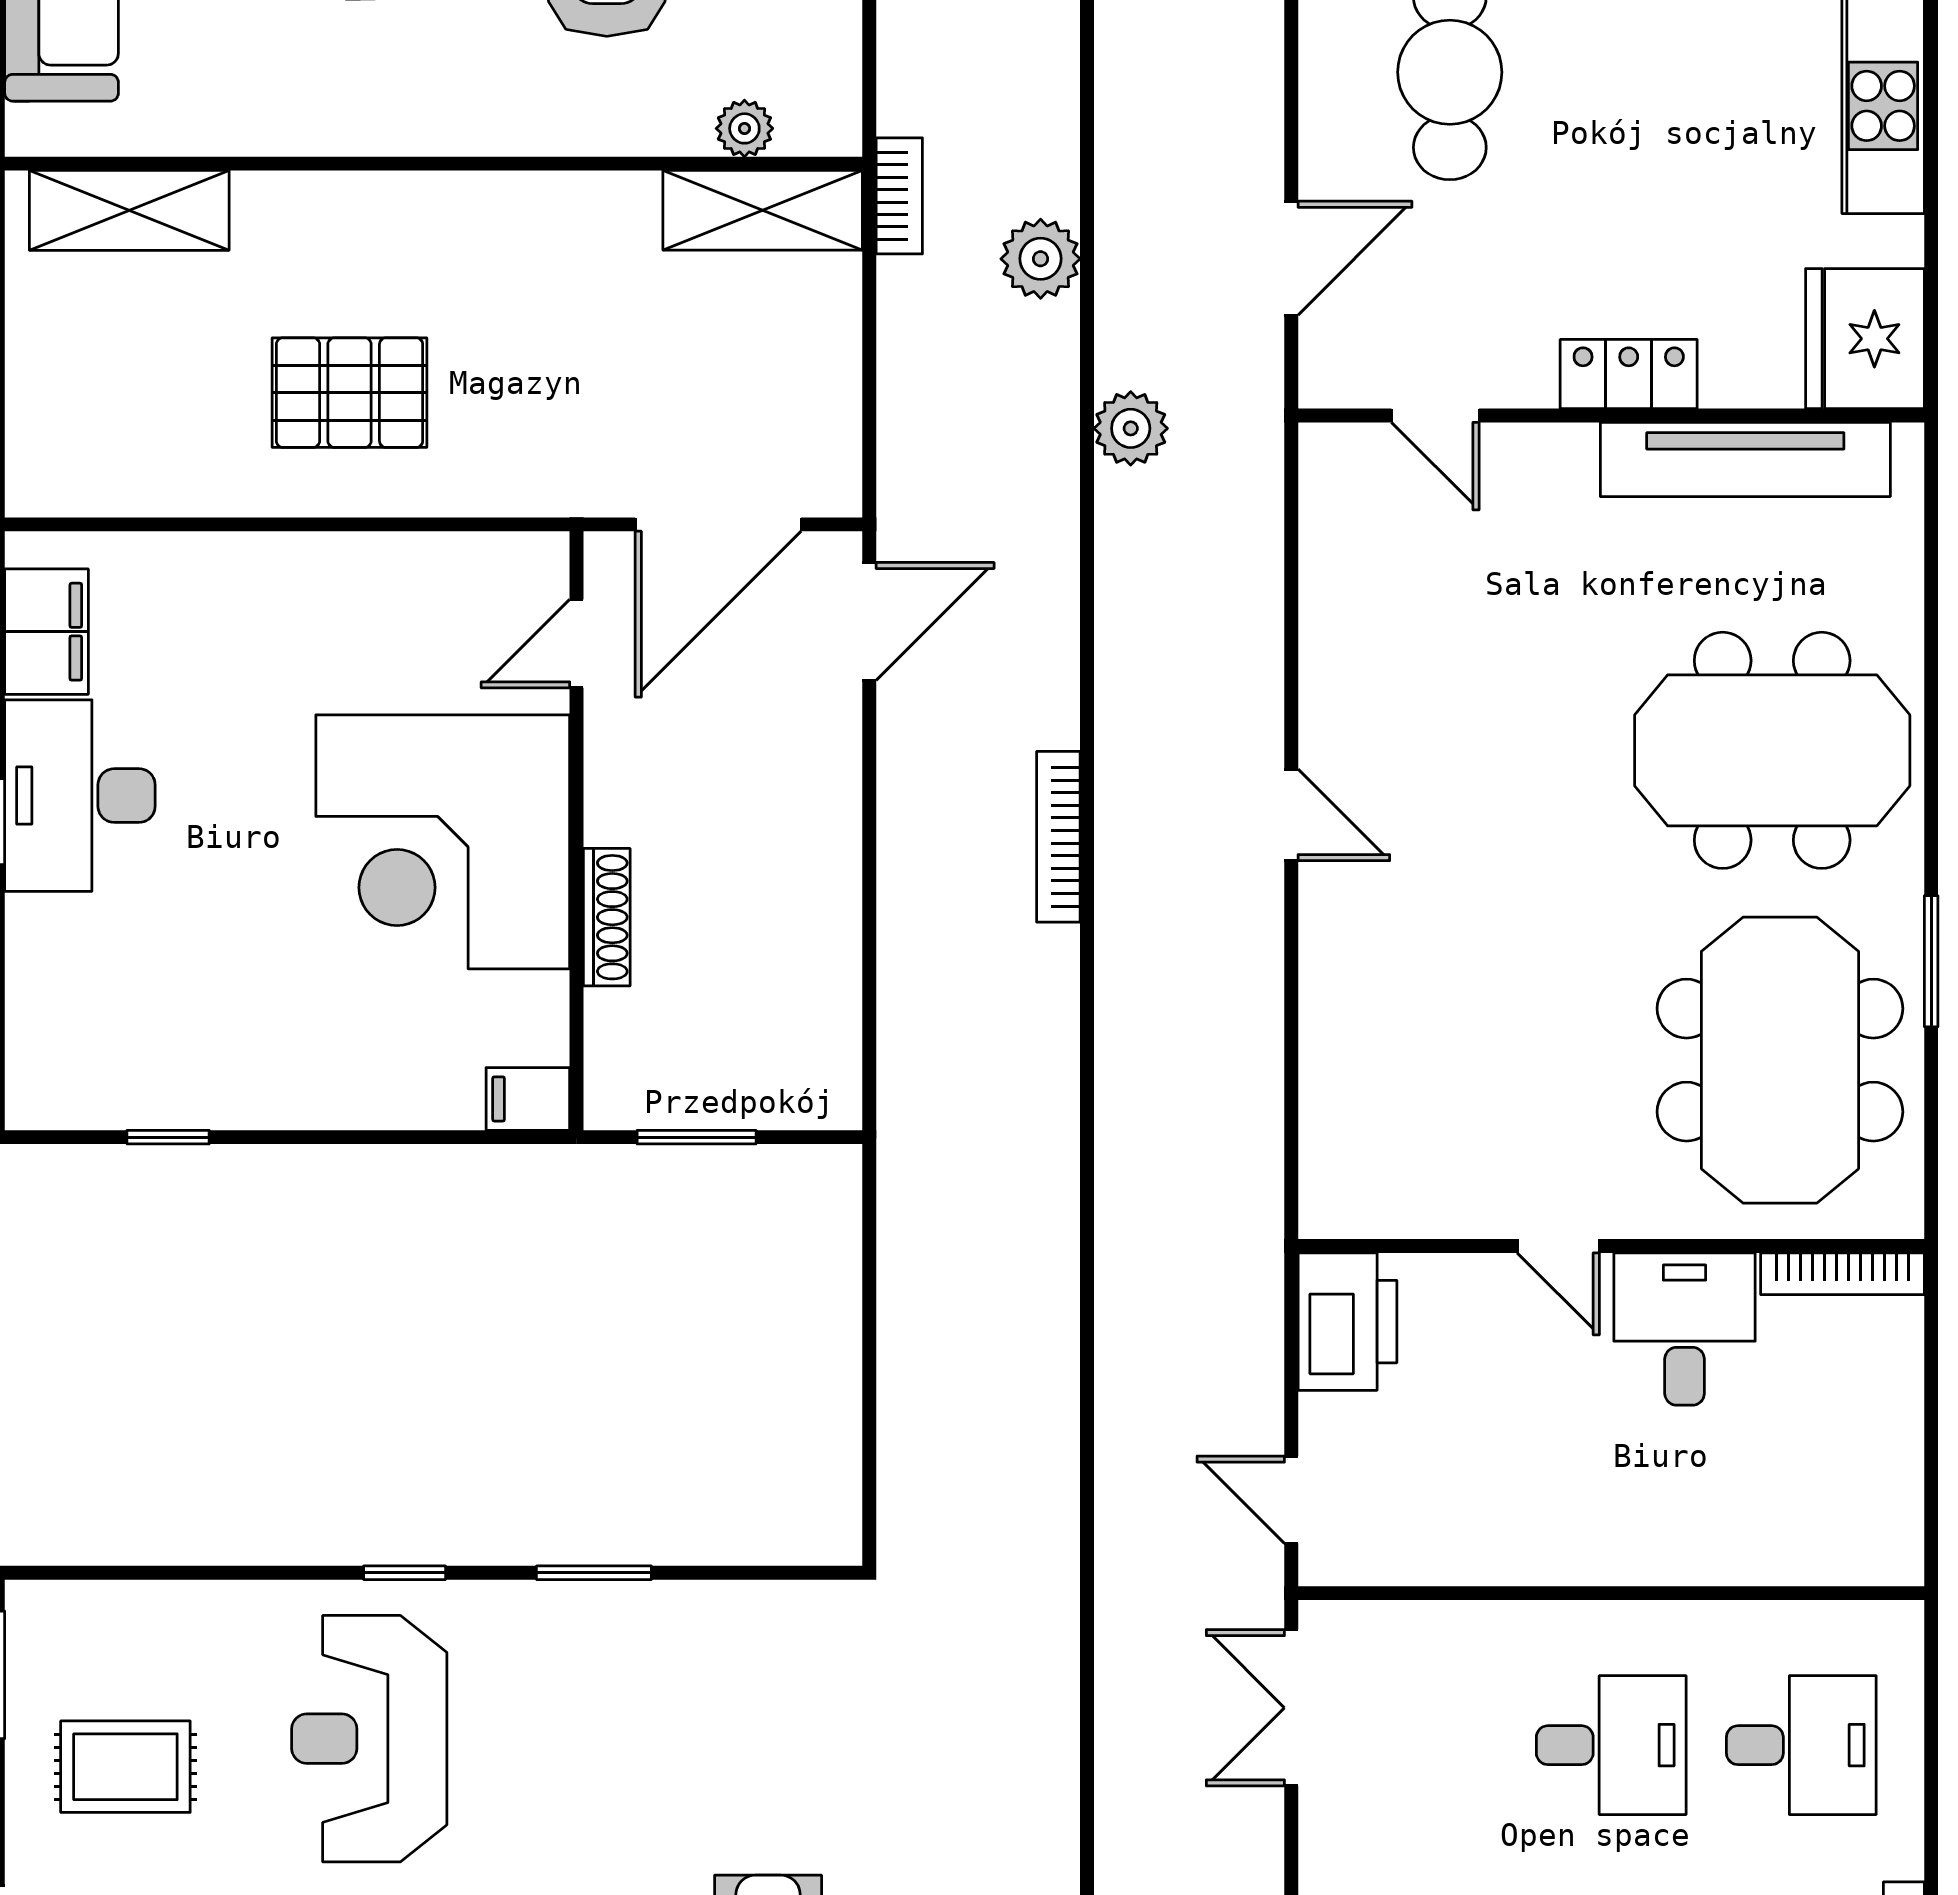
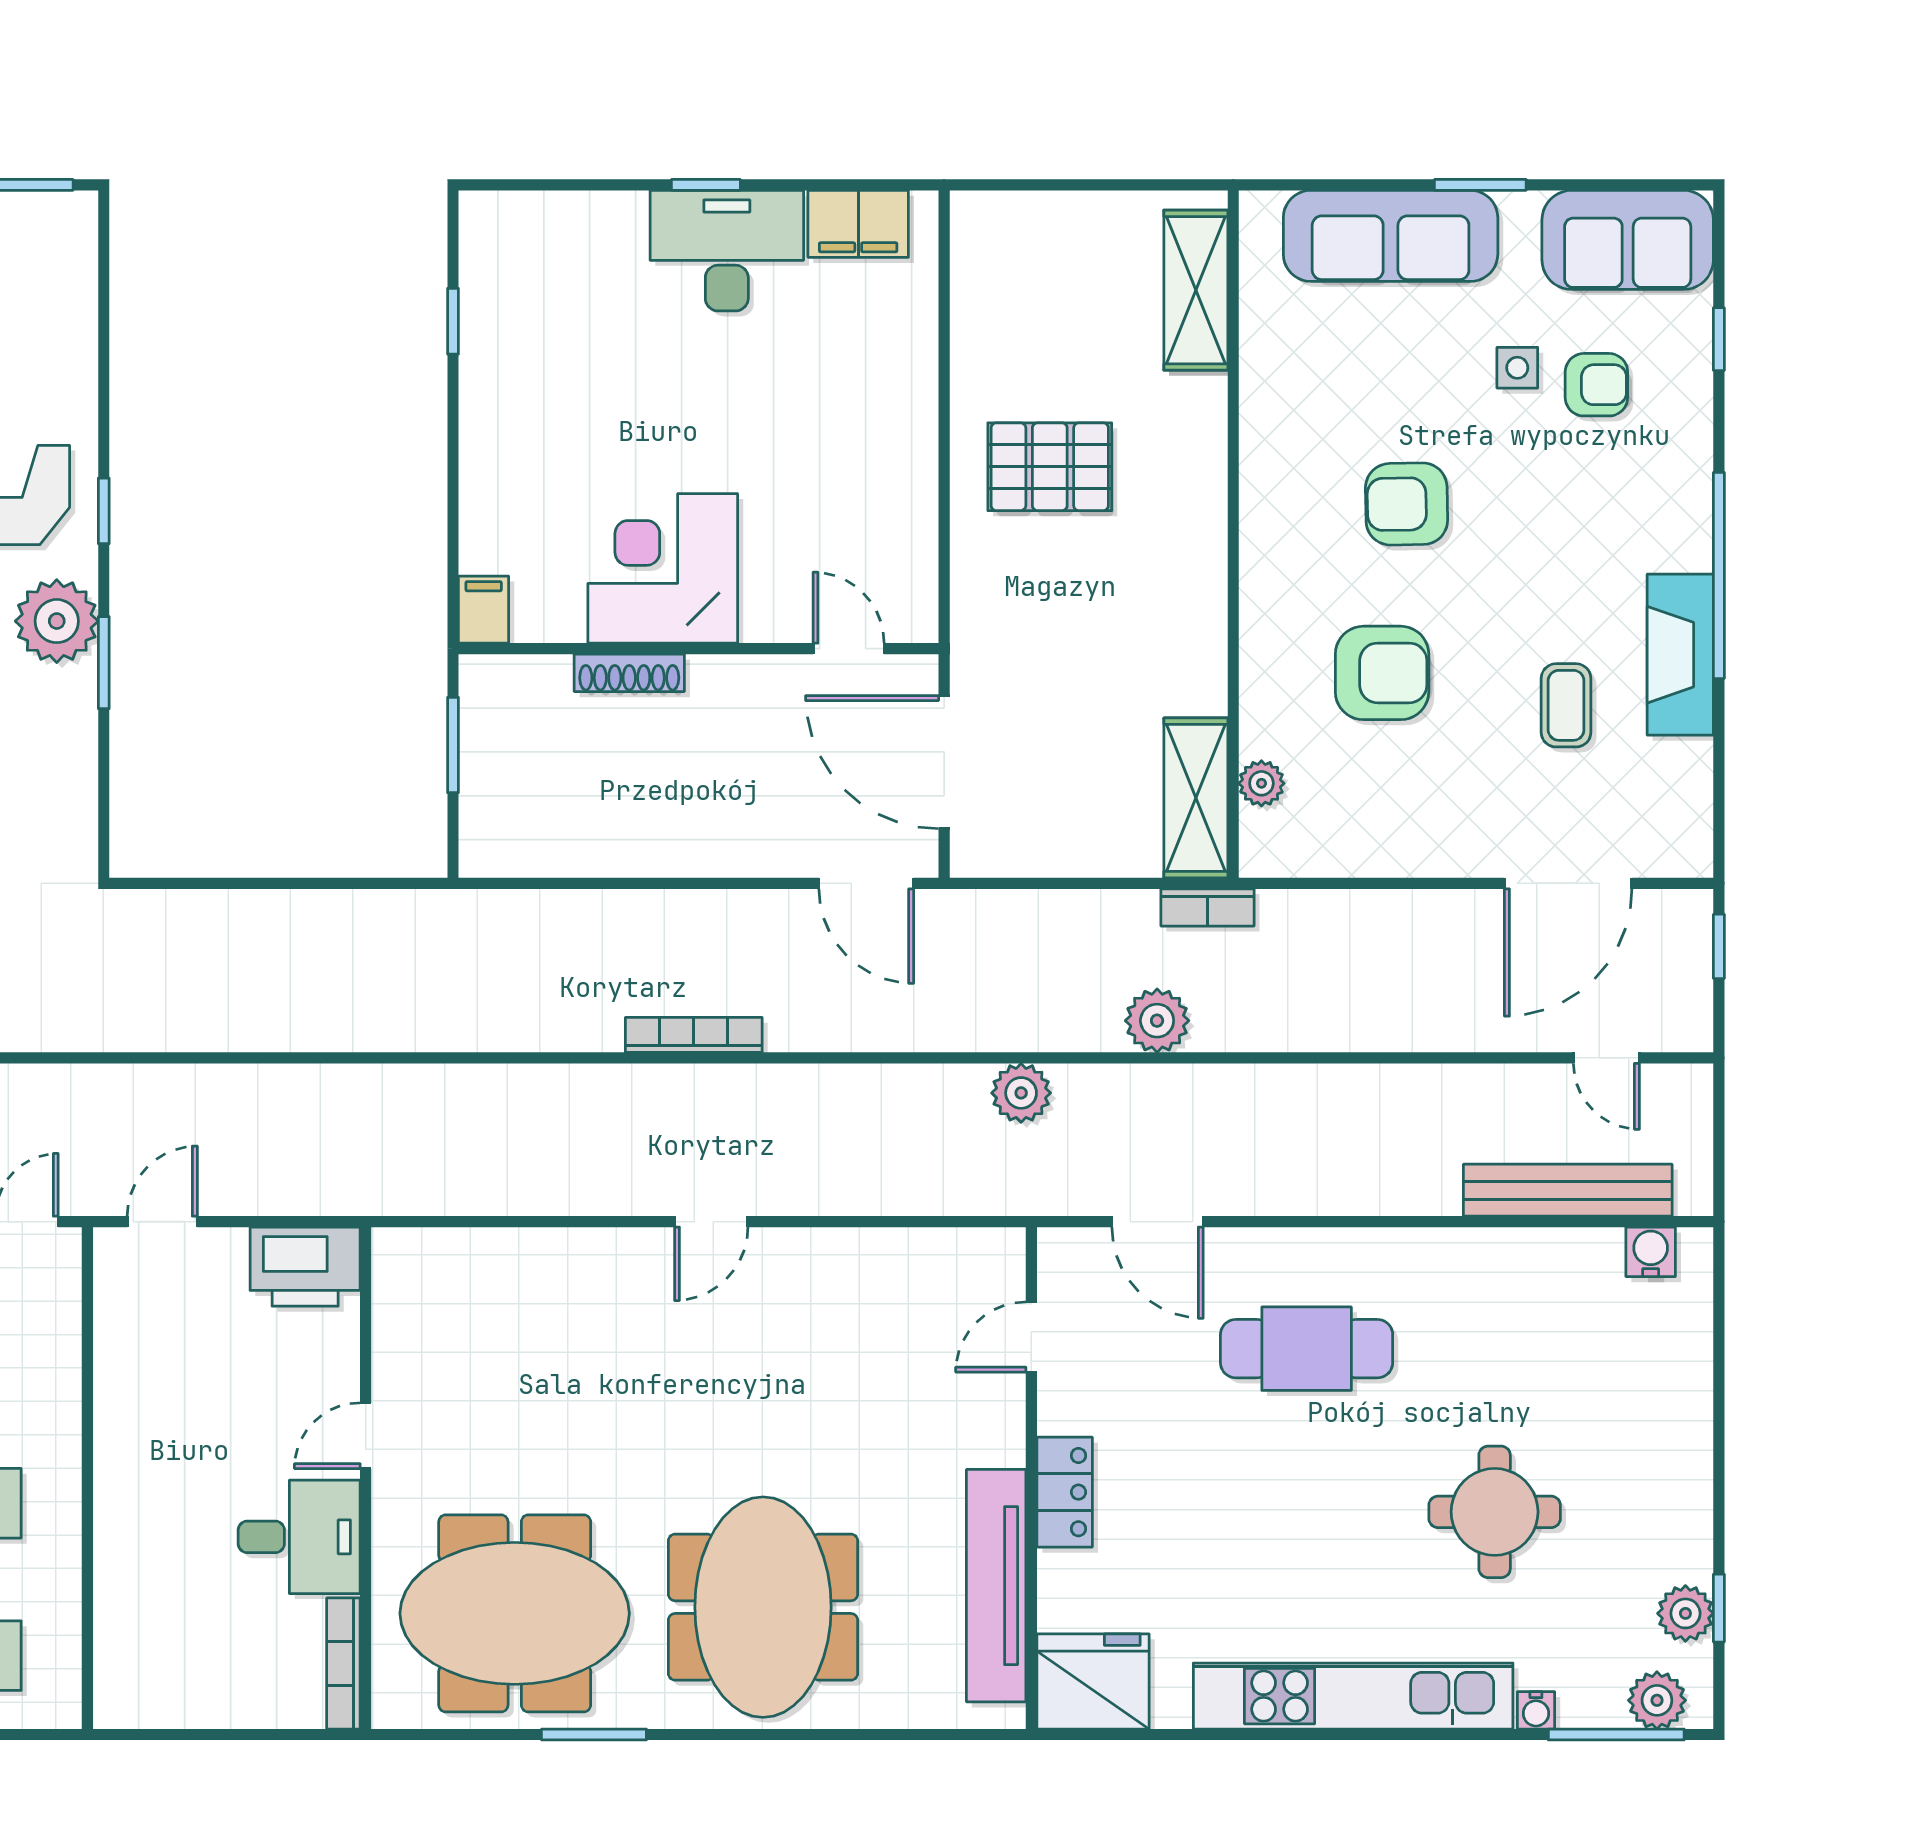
pallet: (350, 393) -> (1050, 467), turned 90
corner desk: (443, 842) -> (663, 568), width x0.74, depth x0.74
plant: (542, 1631) -> (57, 621), added

